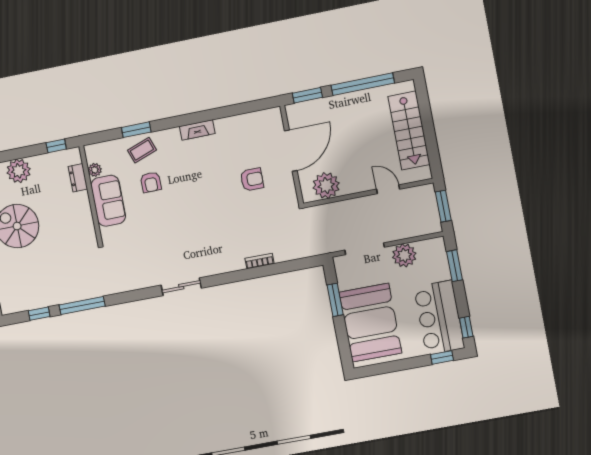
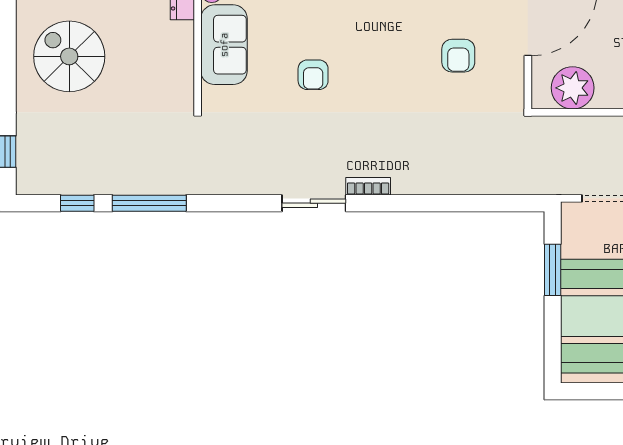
armchair: (252, 179) -> (458, 56), turned 90
armchair: (151, 182) -> (313, 75), moved
bookcase: (260, 261) -> (368, 186), moved

